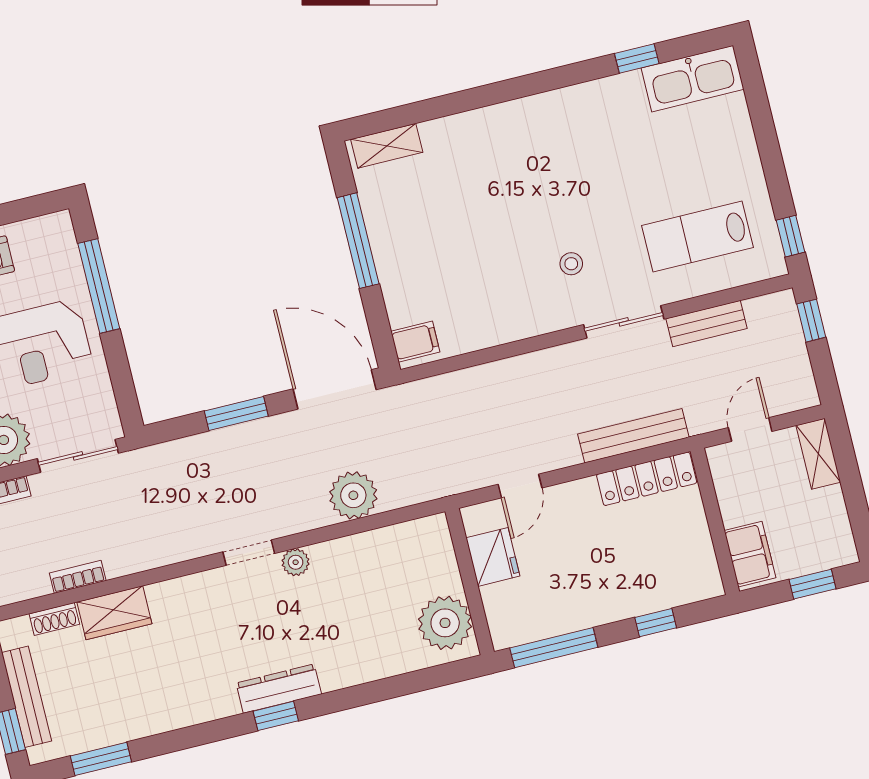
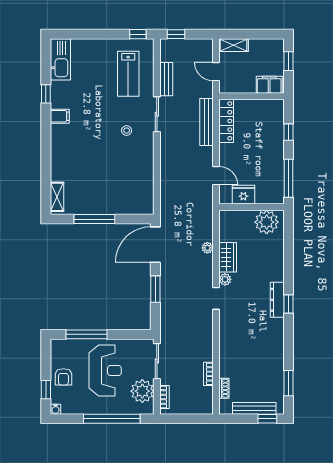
window: (637, 59) -> (46, 94), moved
filing cabinet: (415, 342) -> (60, 116), moved, turned 90
plant: (353, 495) -> (207, 248), width x0.53, depth x0.53
wardrobe: (114, 613) -> (228, 257), moved

